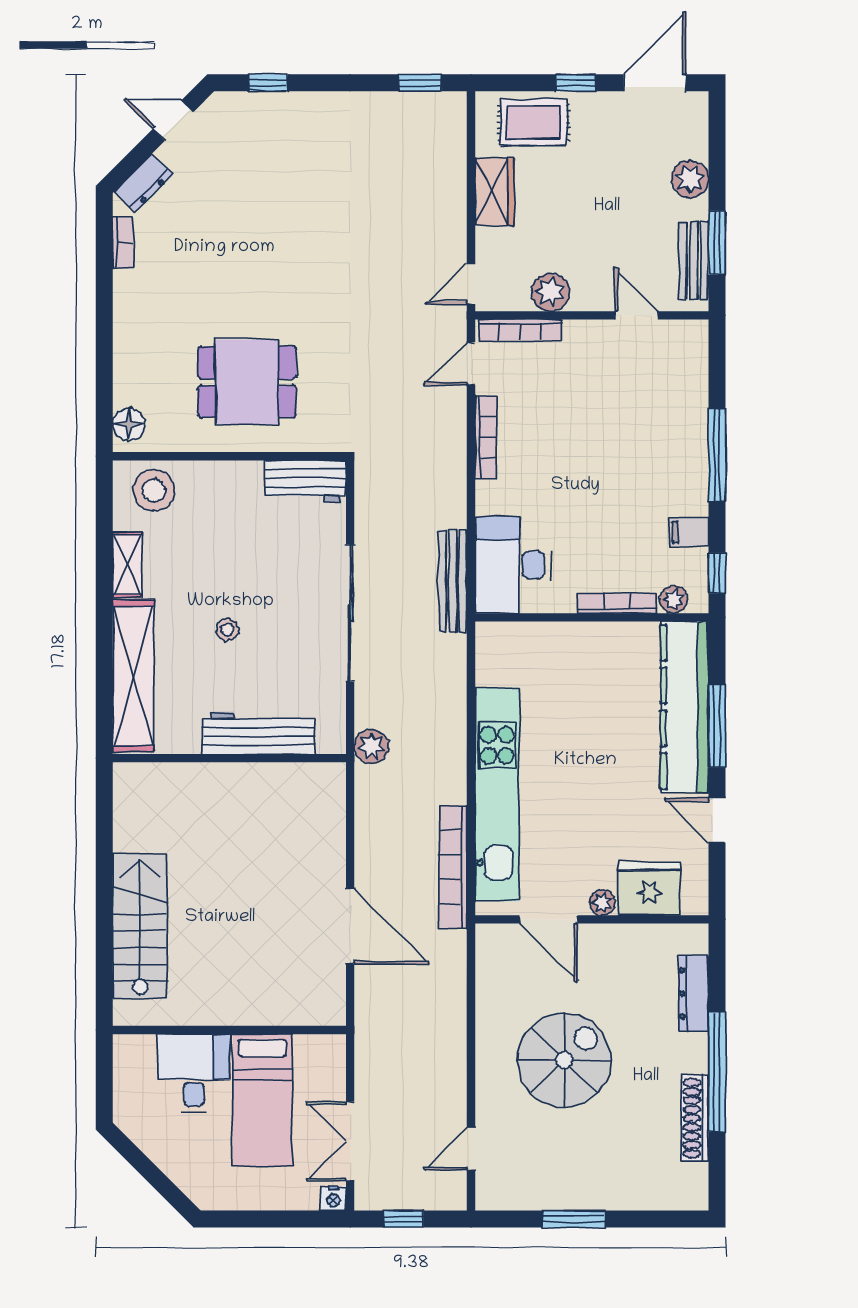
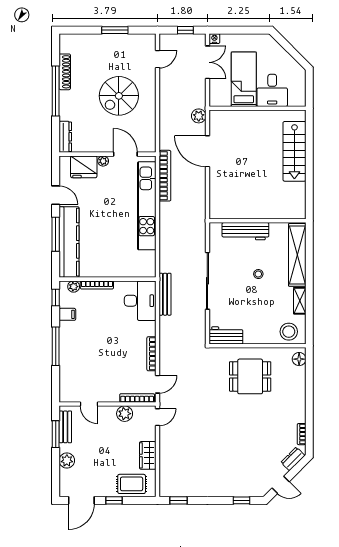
plant: (371, 746) -> (199, 116), moved
dresser: (694, 993) -> (65, 137), moved

